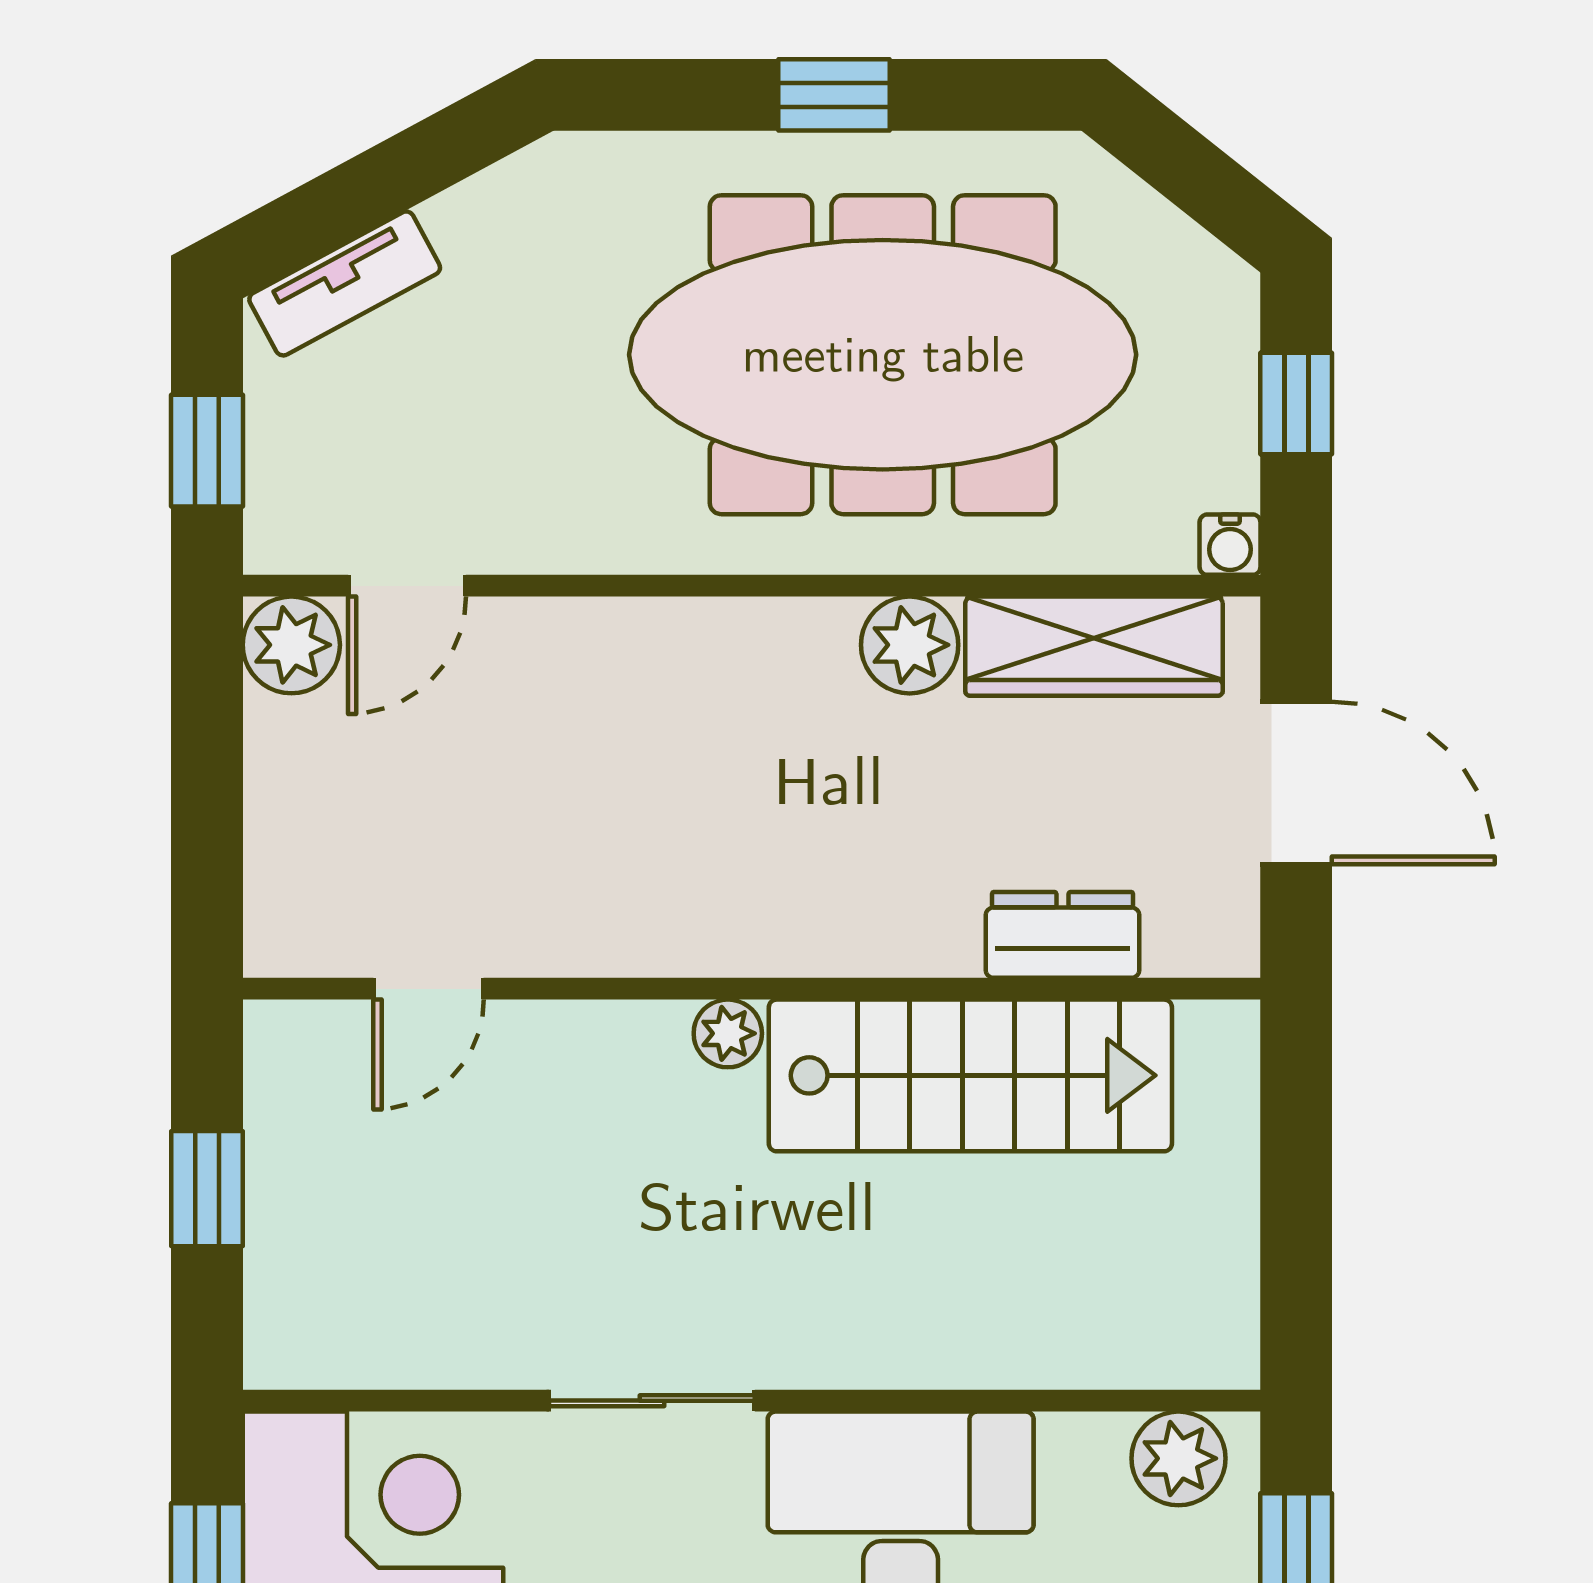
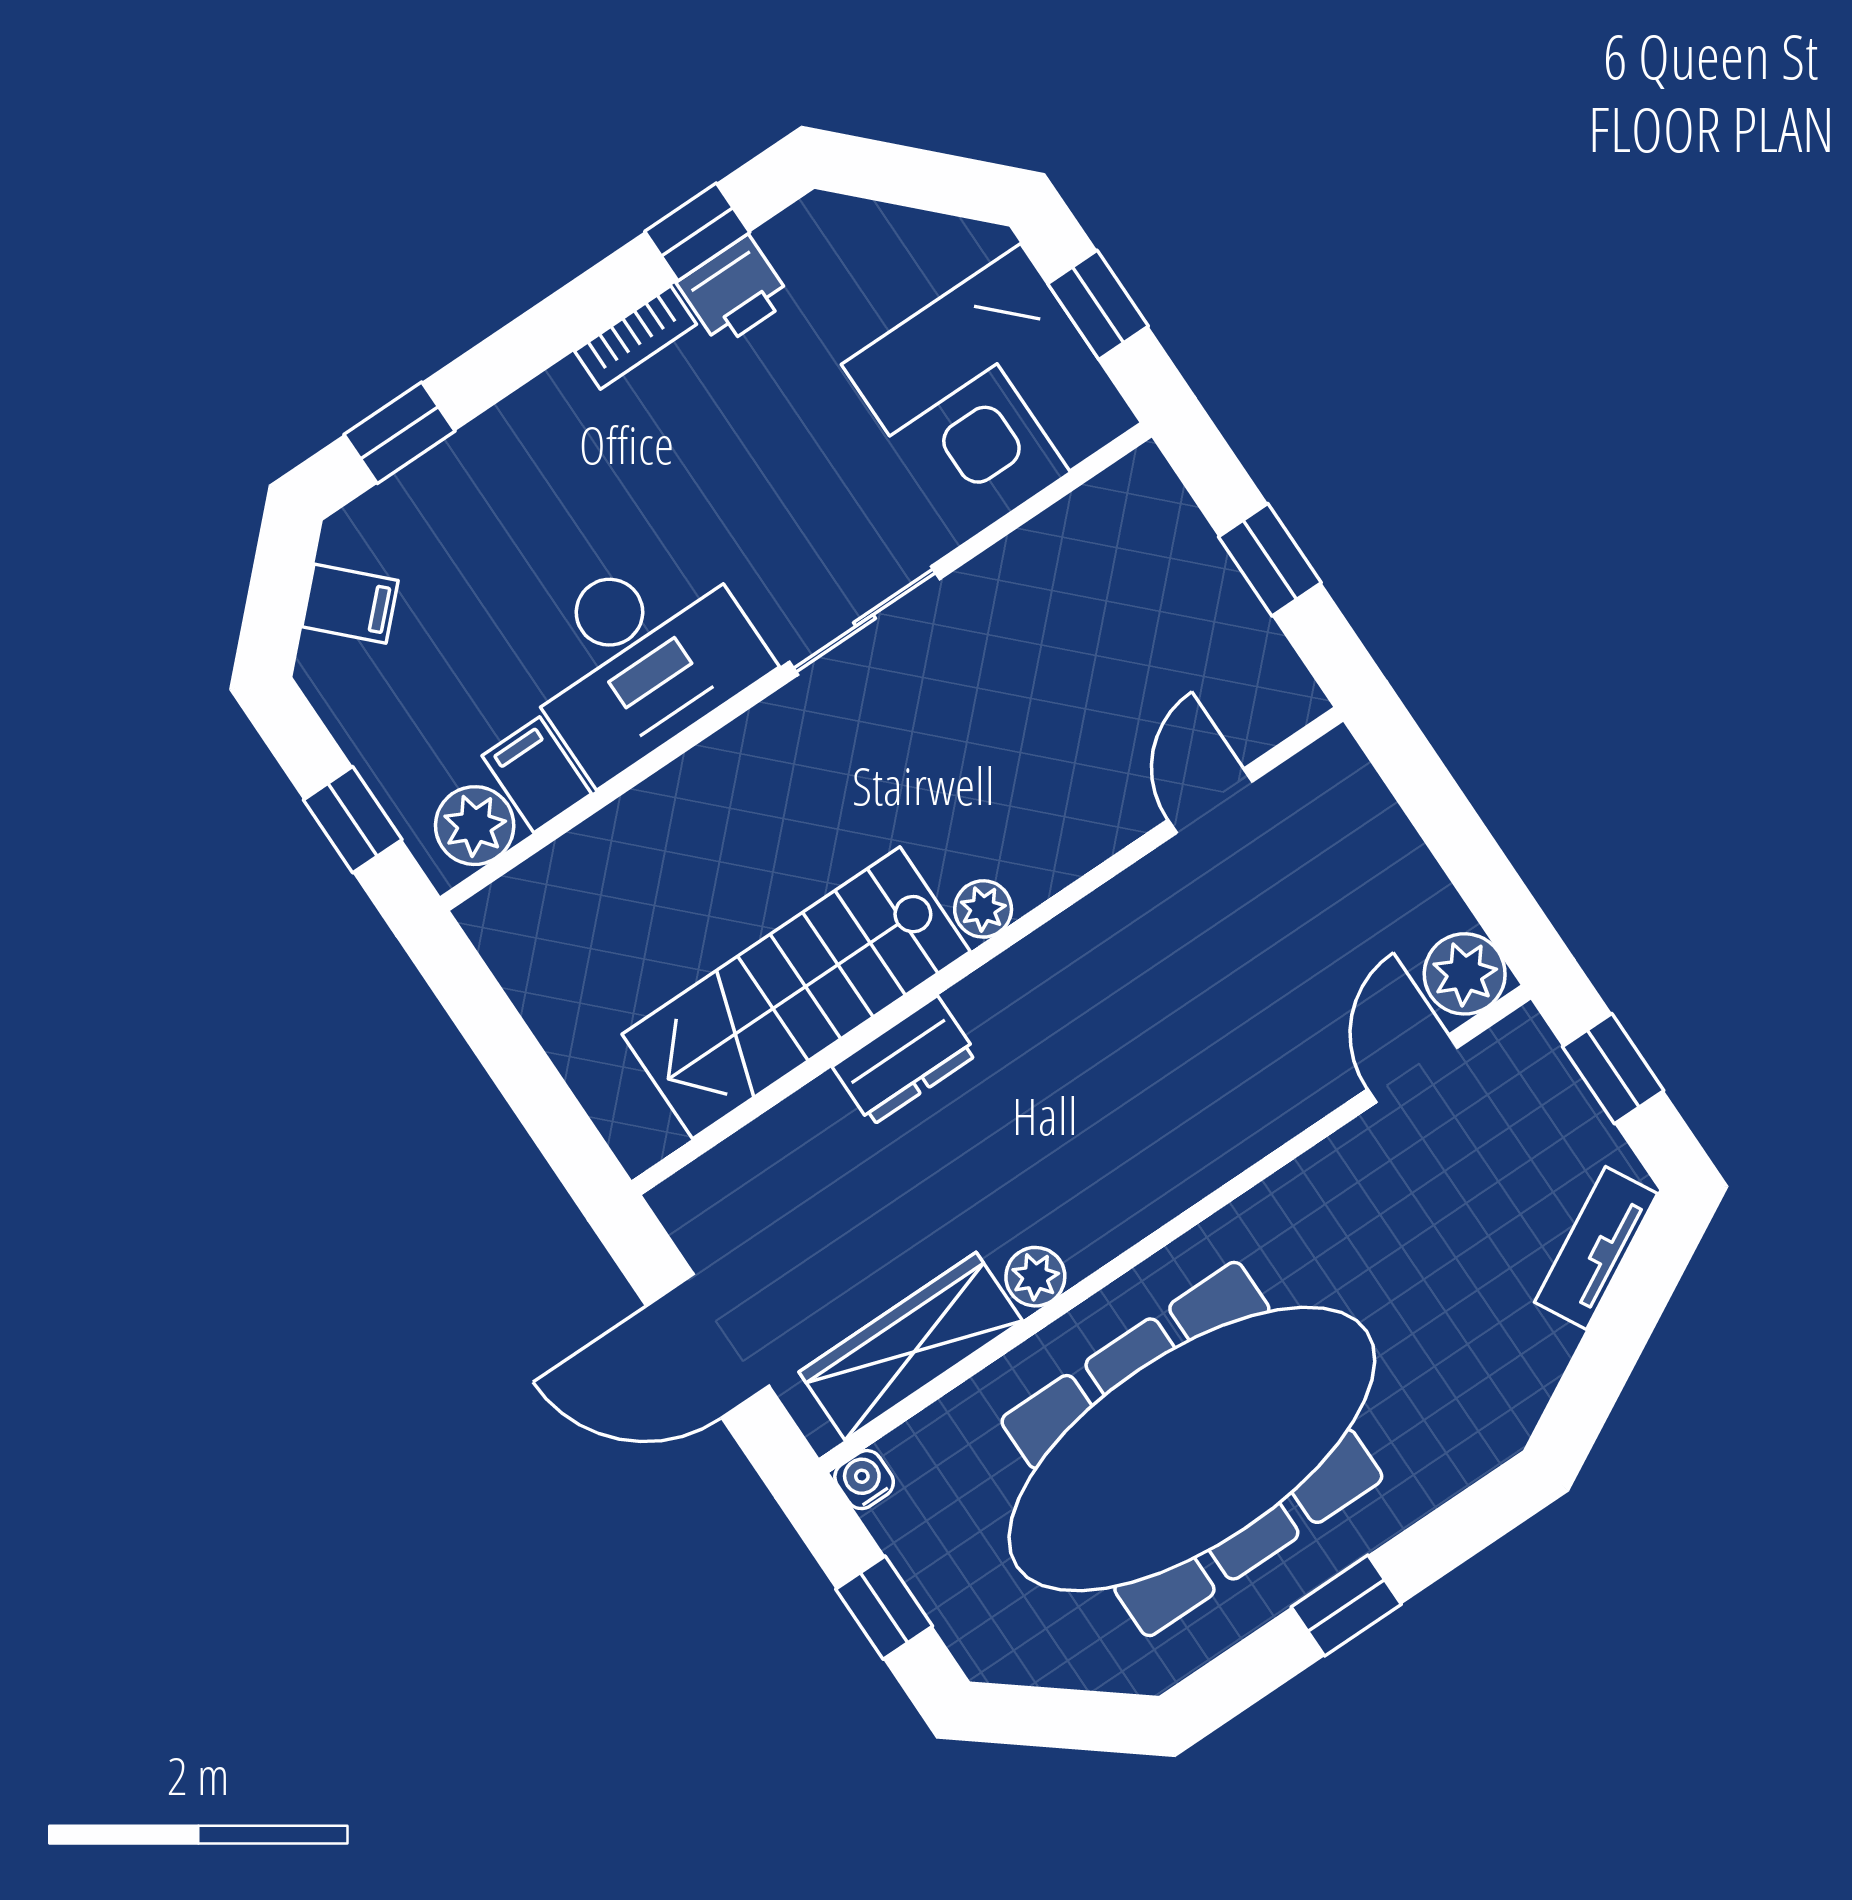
plant: (910, 645) -> (1035, 1277), width x0.73, depth x0.73
dresser: (1062, 935) -> (905, 1061), moved
filing cabinet: (1082, 1467) -> (537, 775), added

